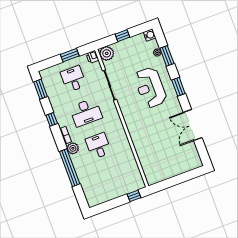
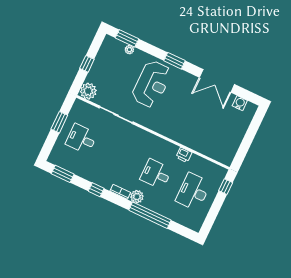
water cooler: (150, 35) -> (240, 103), moved
window: (167, 56) -> (127, 38), moved
printer: (92, 57) -> (184, 155), moved
reception desk: (150, 87) -> (152, 84), turned -90
desk: (86, 112) -> (193, 192), moved, turned 180

